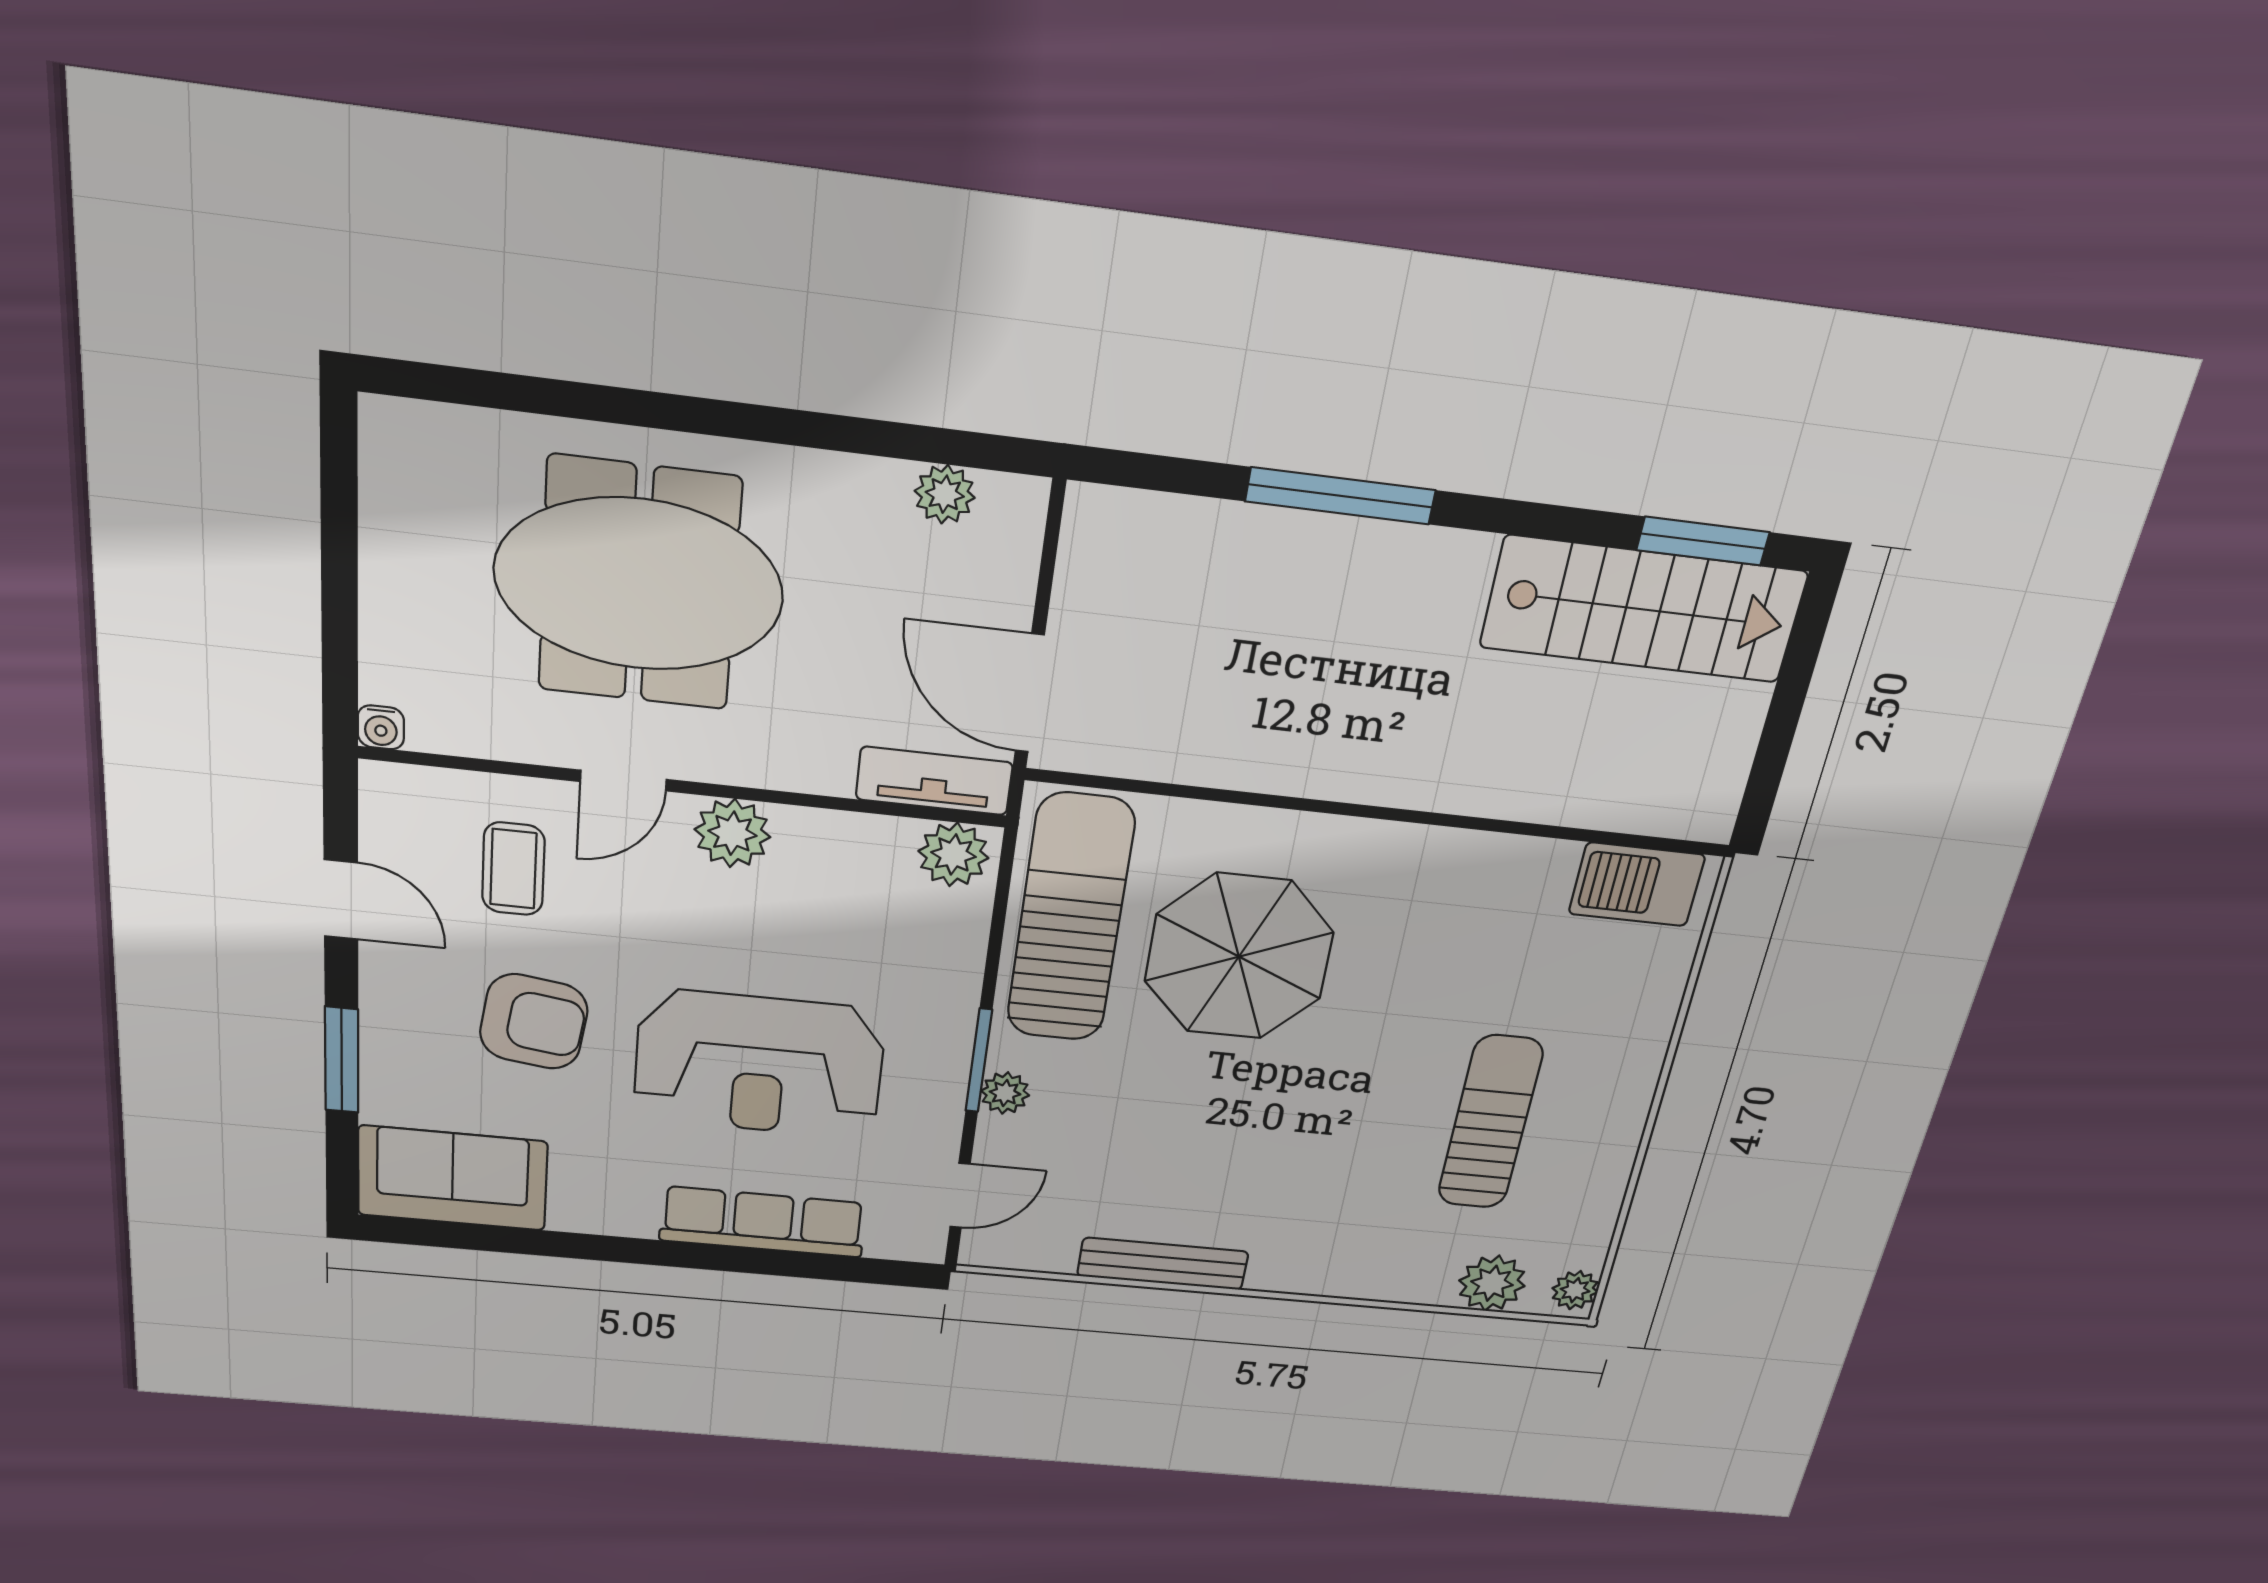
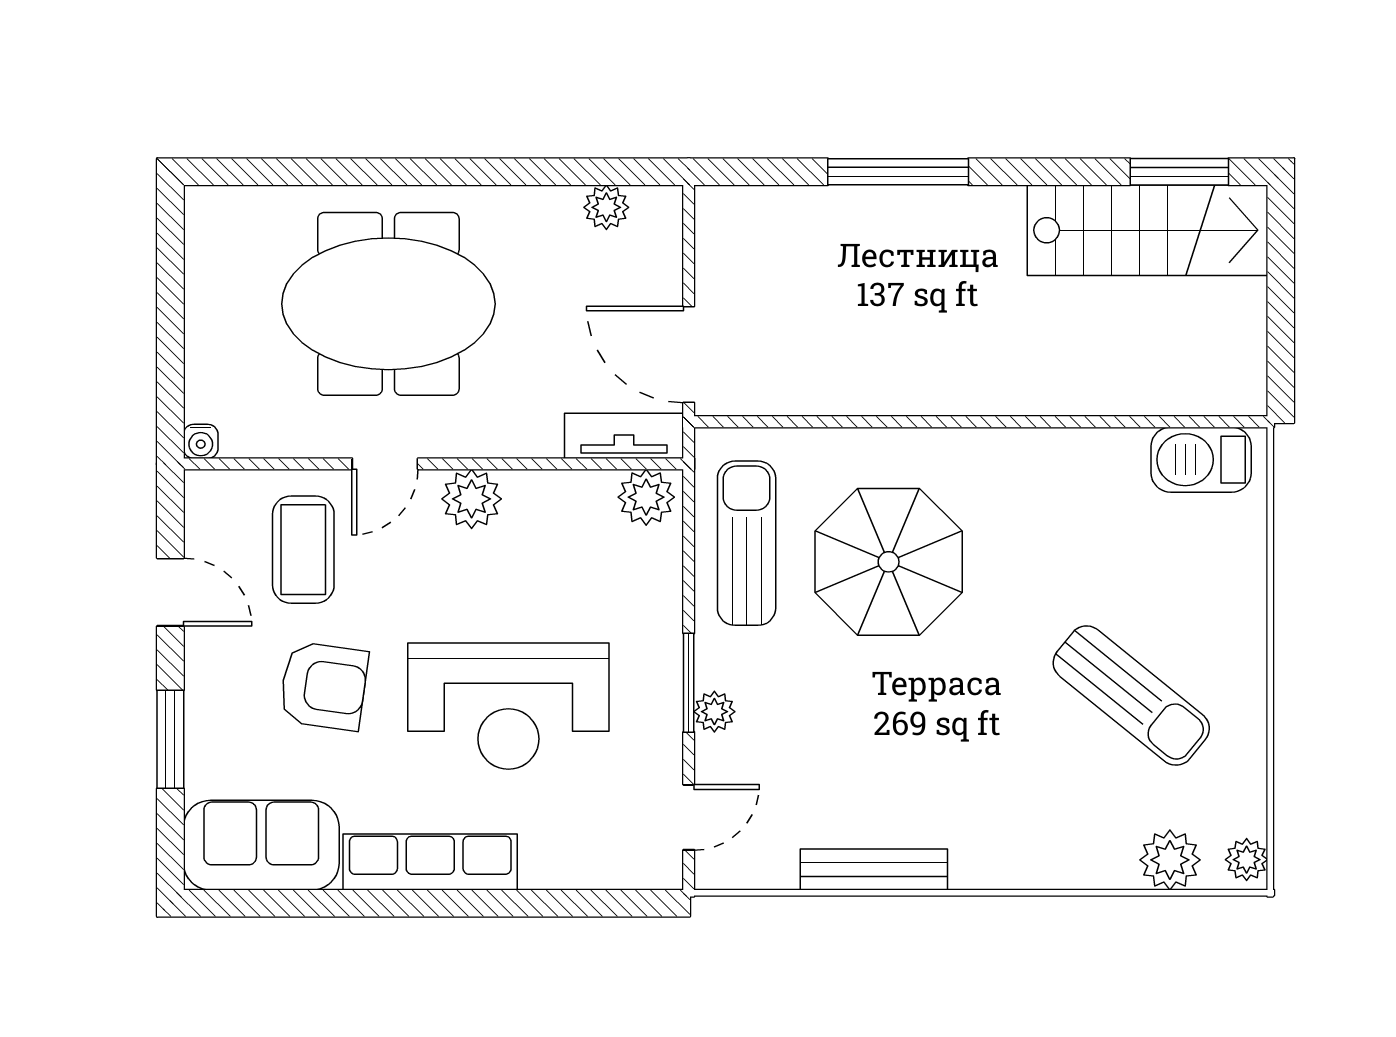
coffee table: (513, 869) -> (303, 550), width x1.36, depth x1.30
sun lounger: (1070, 919) -> (747, 543), width x0.73, depth x0.75
sun lounger: (1490, 1122) -> (1131, 696), turned 129
row of seats: (763, 1222) -> (430, 862), moved

